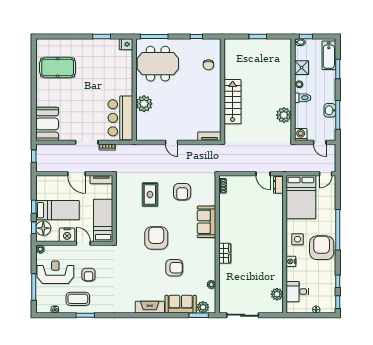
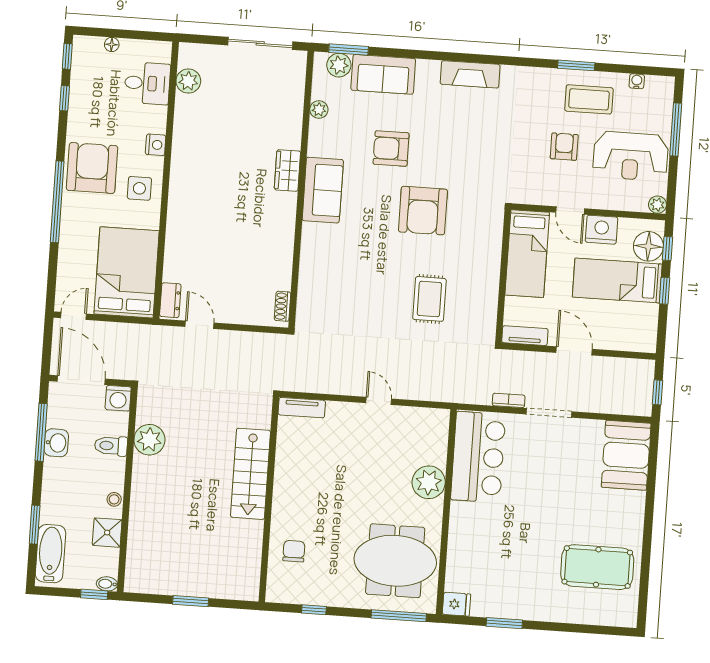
toilet: (303, 98) -> (111, 446), moved
door: (320, 142) -> (81, 380), width x1.88
armchair: (182, 192) -> (364, 300), removed
sofa: (207, 222) -> (323, 190), moved
armchair: (322, 248) -> (92, 168), turned 180
fireplace: (150, 307) -> (470, 74), moved

